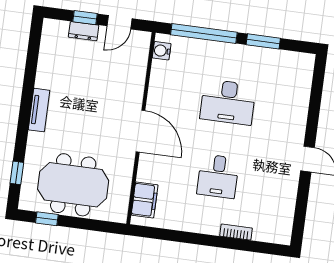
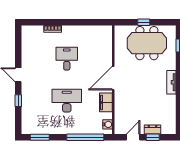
window: (263, 41) -> (40, 137), moved
window: (313, 114) -> (18, 101), added
door: (141, 131) -> (113, 78), hinge flipped
filing cabinet: (145, 200) -> (106, 102), moved
window: (47, 219) -> (144, 22), moved

